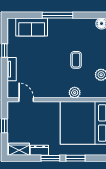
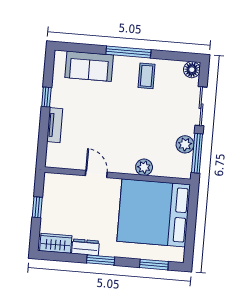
coffee table: (76, 60) -> (147, 76), moved
door: (26, 100) -> (96, 174), moved
window: (75, 158) -> (154, 265), moved

